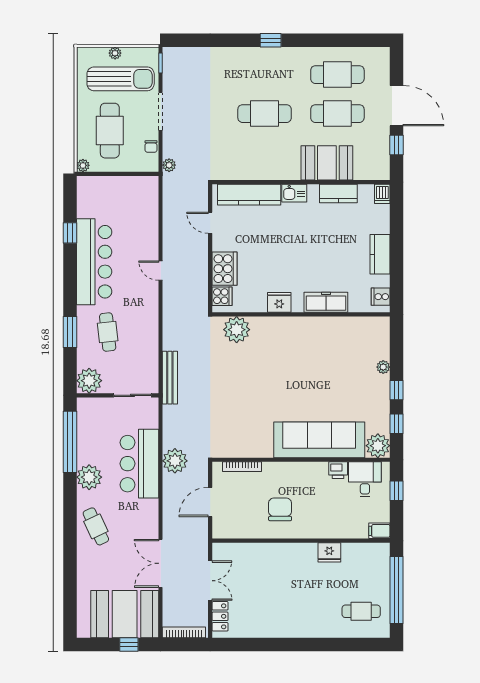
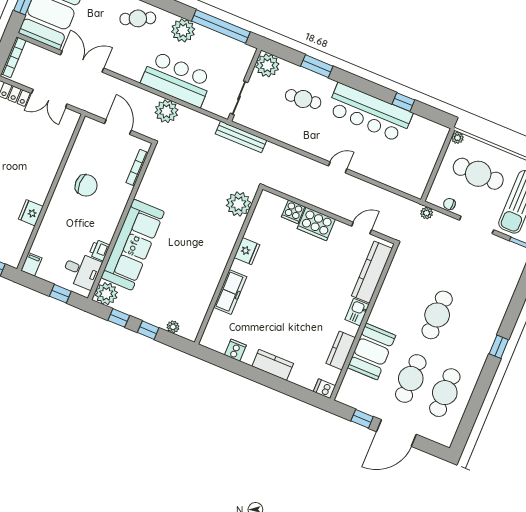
fridge: (279, 302) -> (247, 251), moved
freezer: (326, 302) -> (230, 292), moved
wall: (301, 314) -> (229, 266), moved
plant: (237, 330) -> (239, 204), moved

